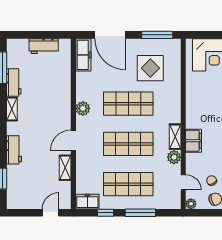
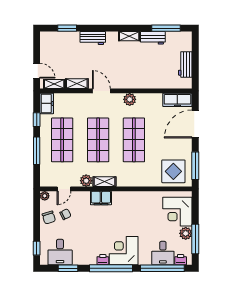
display table: (150, 68) -> (173, 171), moved
shelving: (66, 193) -> (54, 84), added

